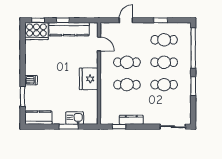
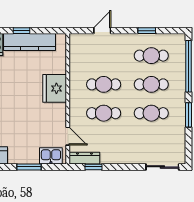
door: (99, 44) -> (68, 136), moved
fridge: (89, 79) -> (55, 88), moved
kitchen sink: (75, 118) -> (51, 156), moved
dresser: (131, 120) -> (84, 158), moved

